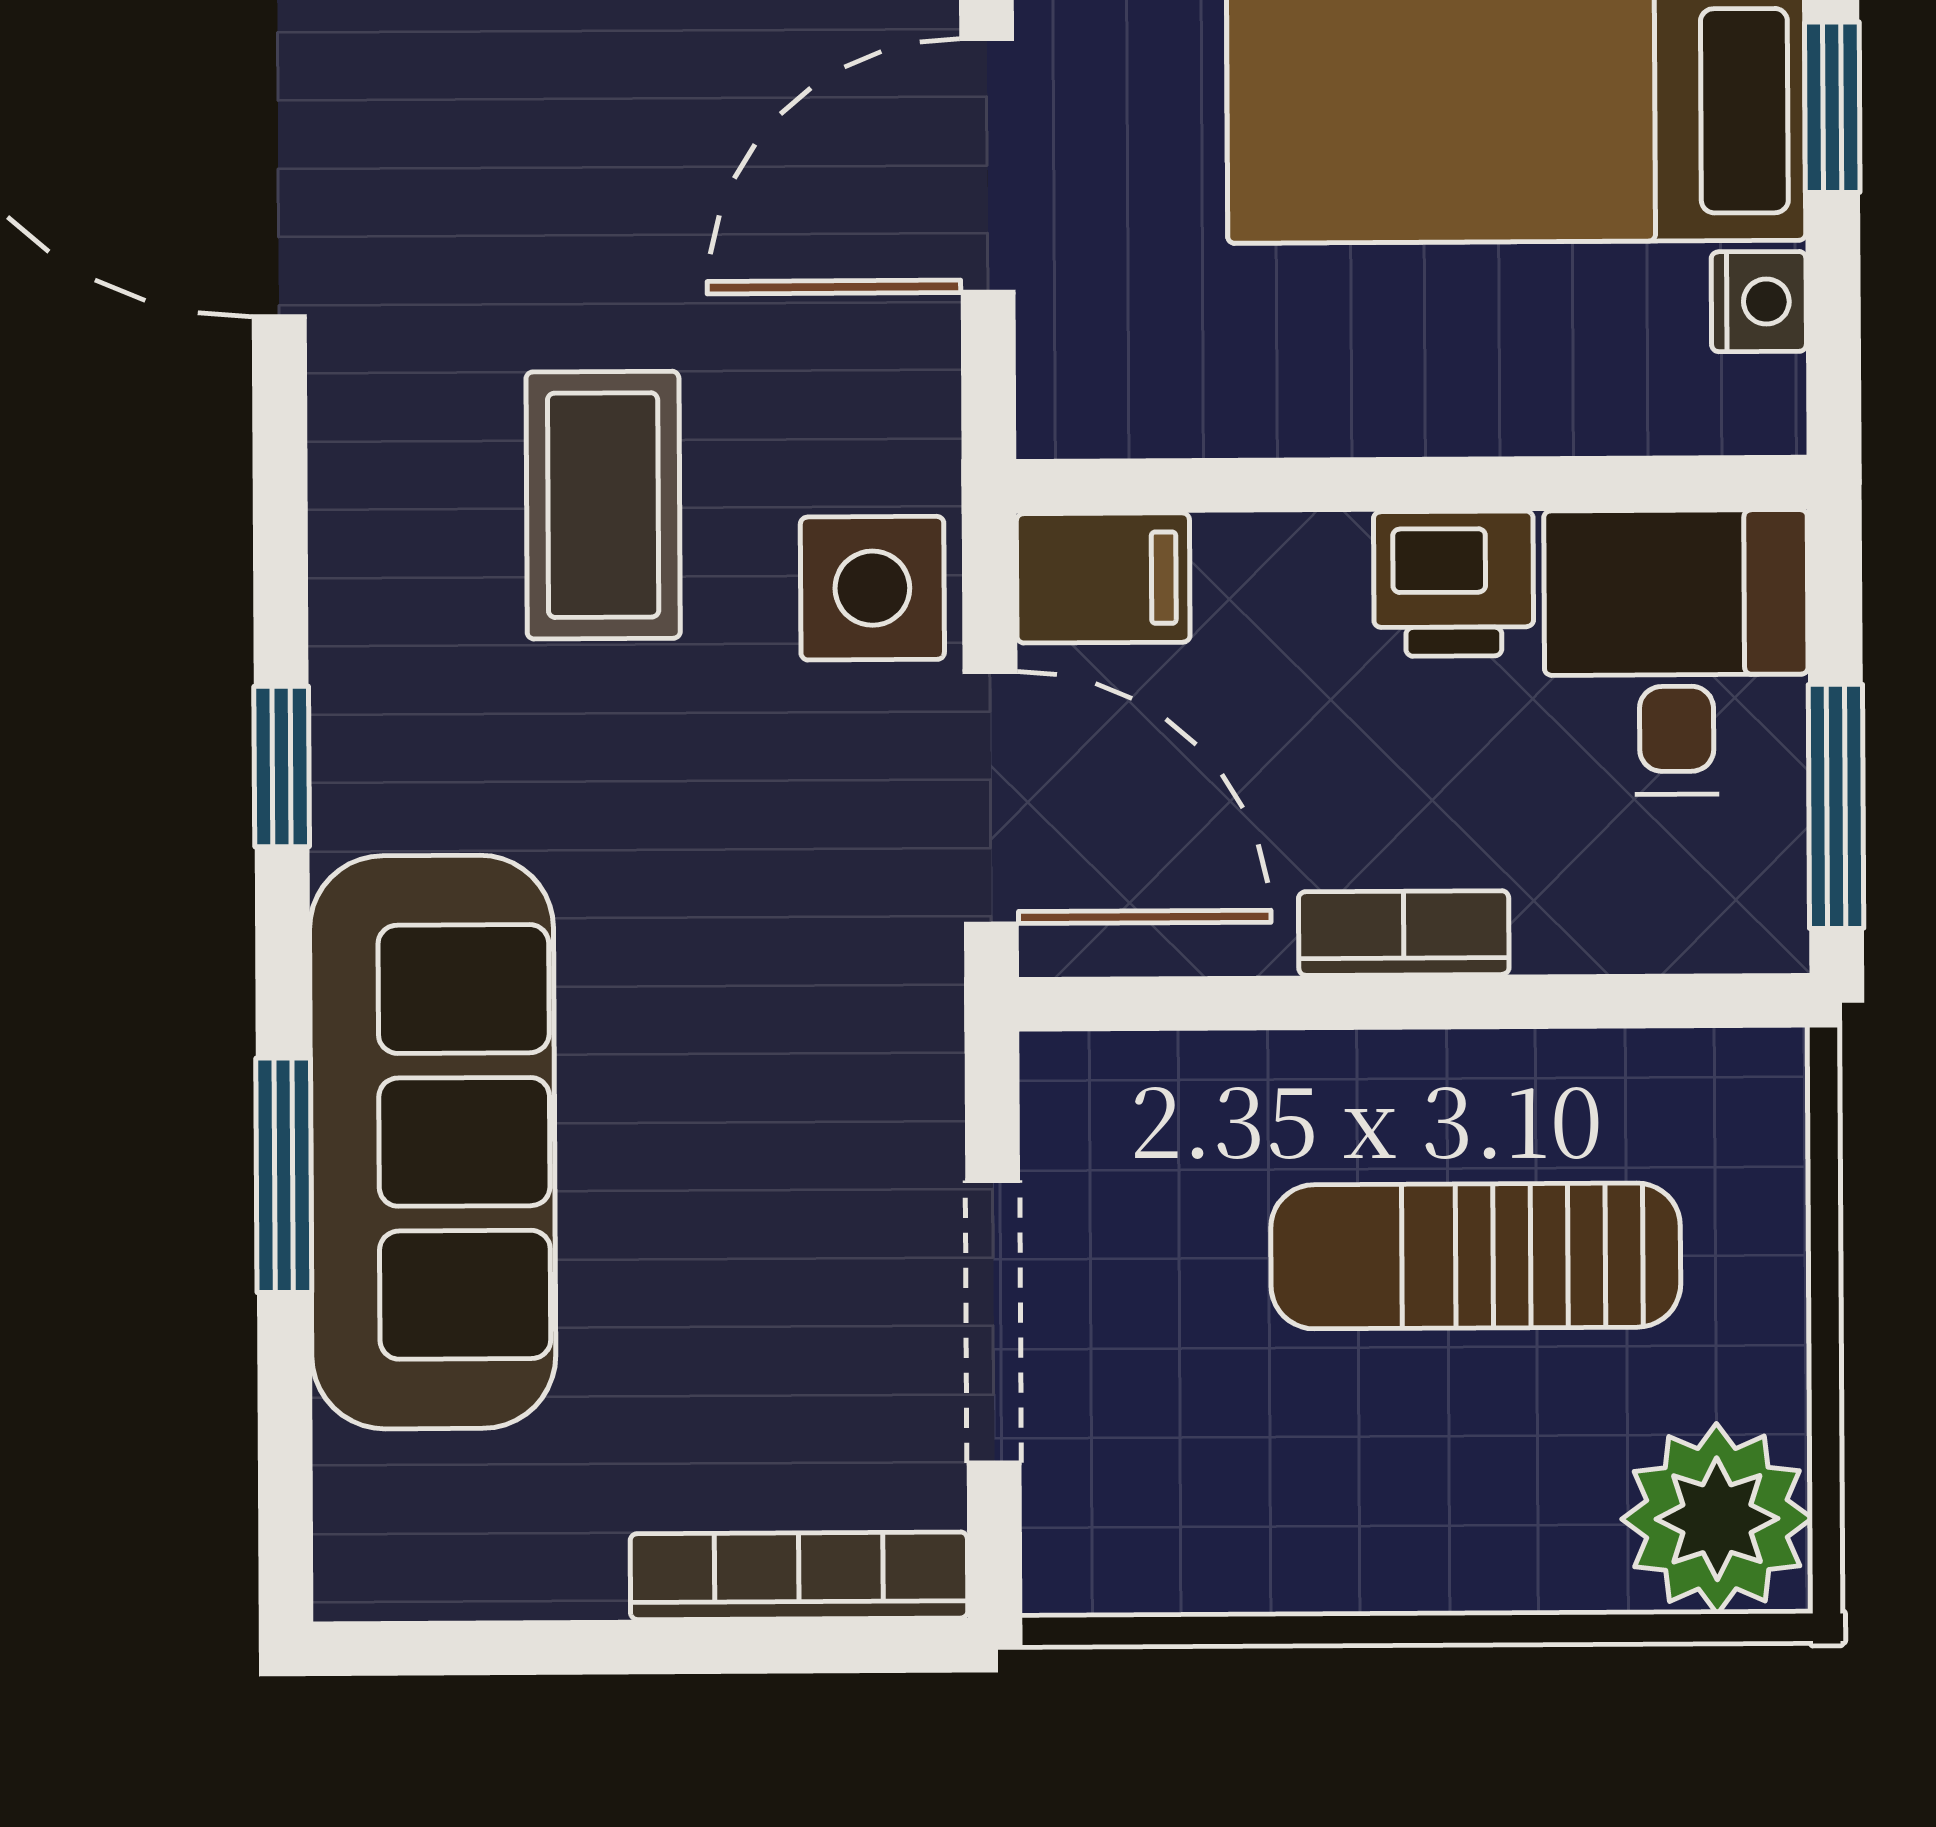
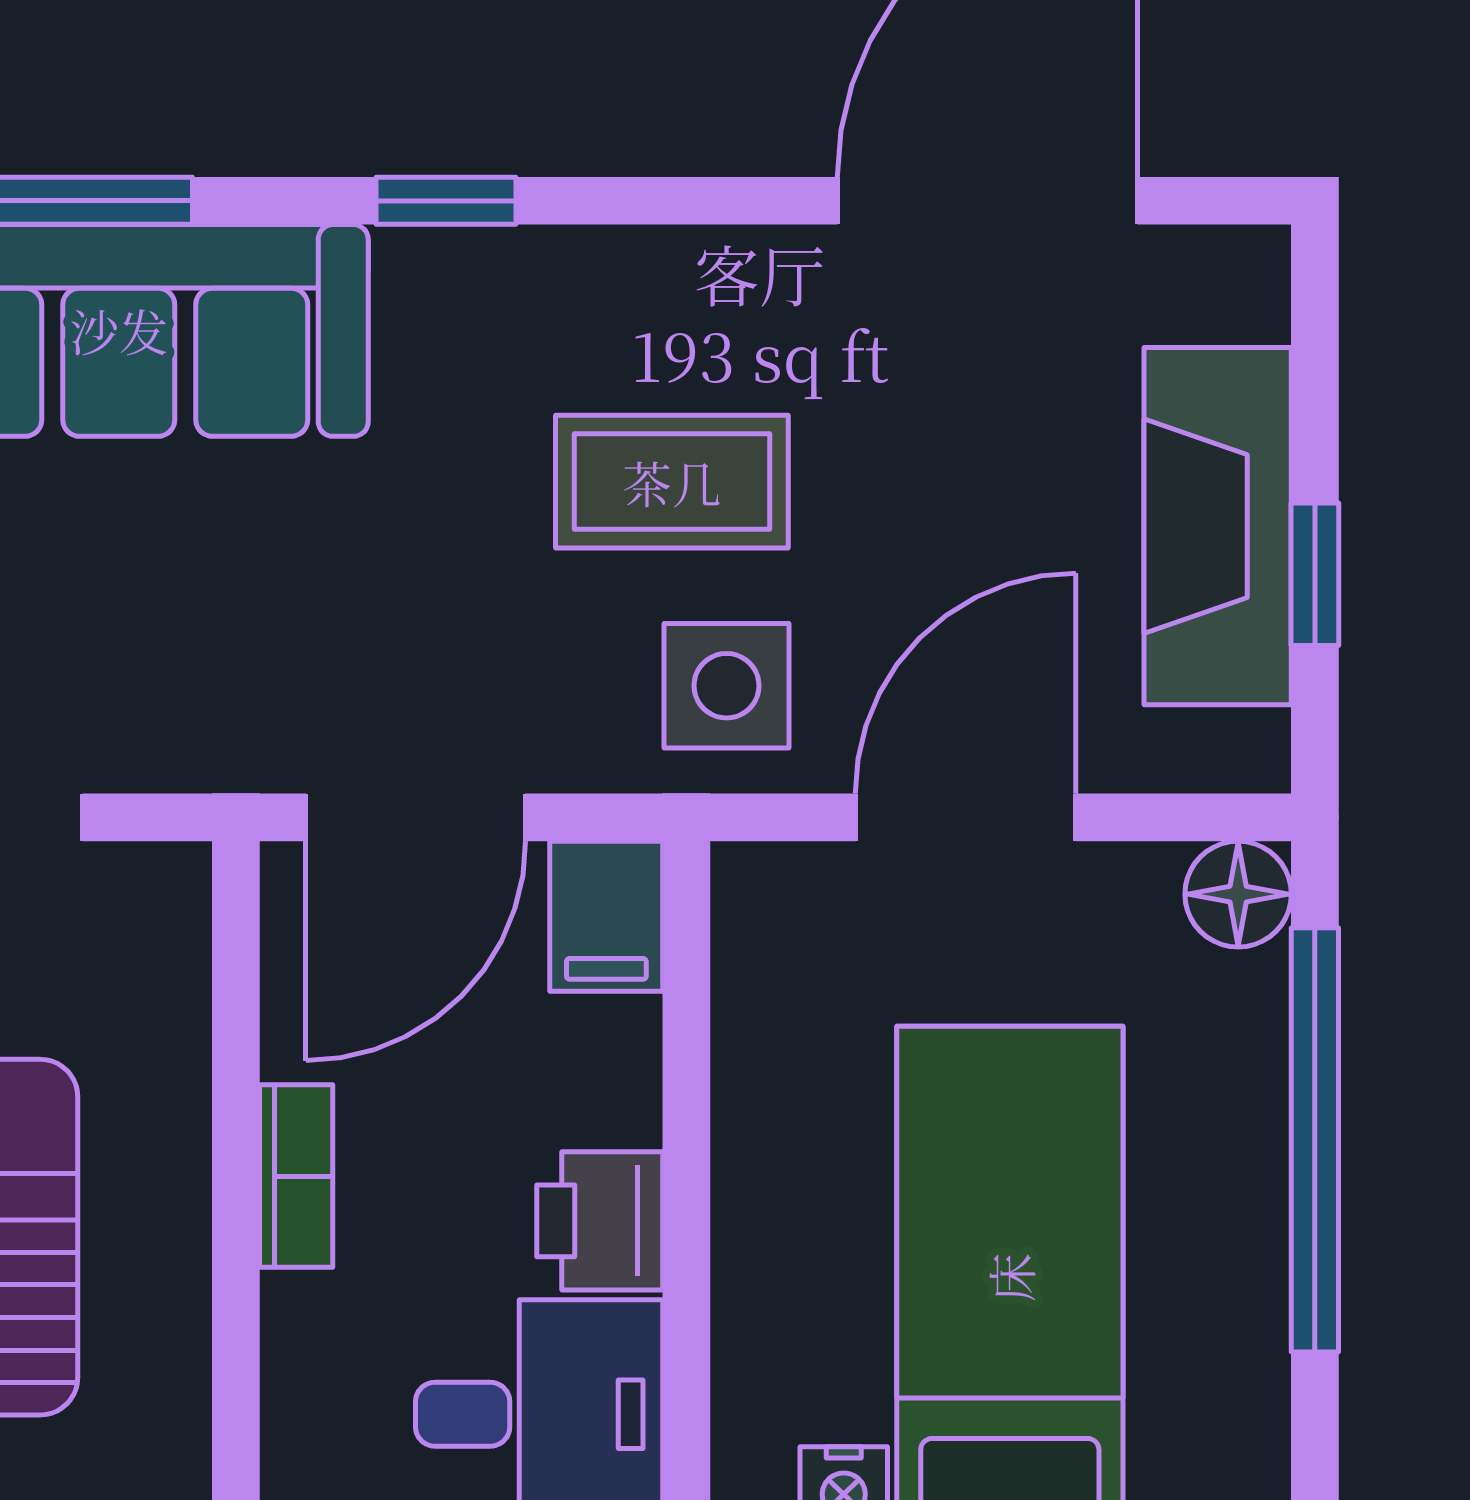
door: (987, 165) -> (966, 817), hinge flipped
side table: (872, 588) -> (727, 686), moved

